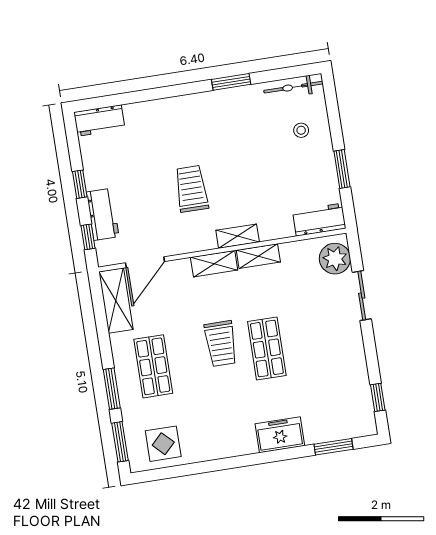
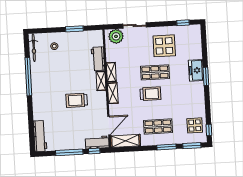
window: (231, 82) -> (28, 77), width x2.11
workbench: (99, 120) -> (40, 136), width x1.38
window: (80, 184) -> (69, 152), width x2.17
workbench: (103, 214) -> (97, 142), moved
workbench: (319, 220) -> (98, 59), moved
door: (145, 262) -> (109, 126), hinge flipped
display table: (325, 362) -> (164, 46), added
window: (334, 447) -> (206, 76), moved
window: (157, 474) -> (209, 130), added

